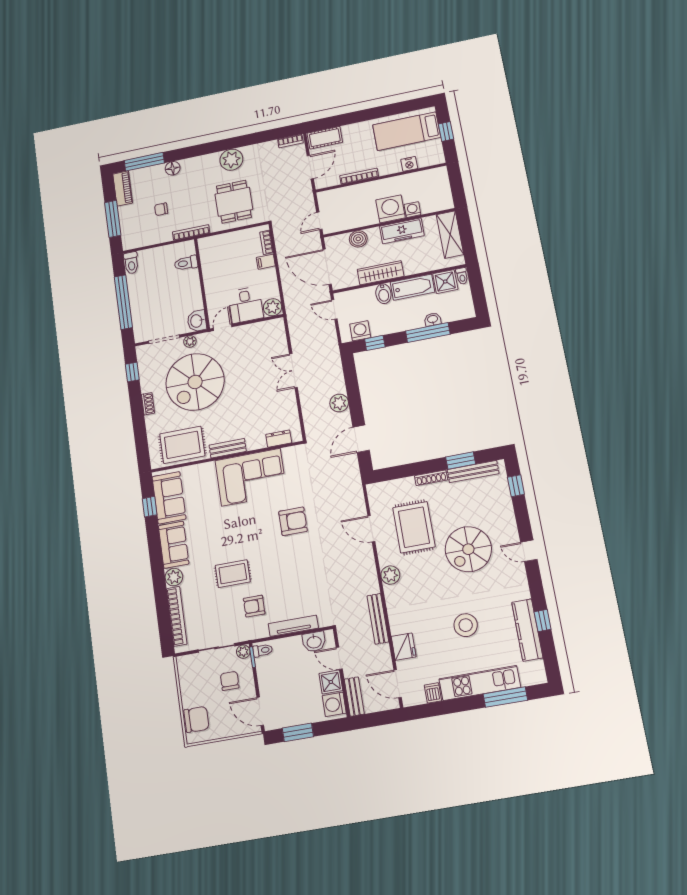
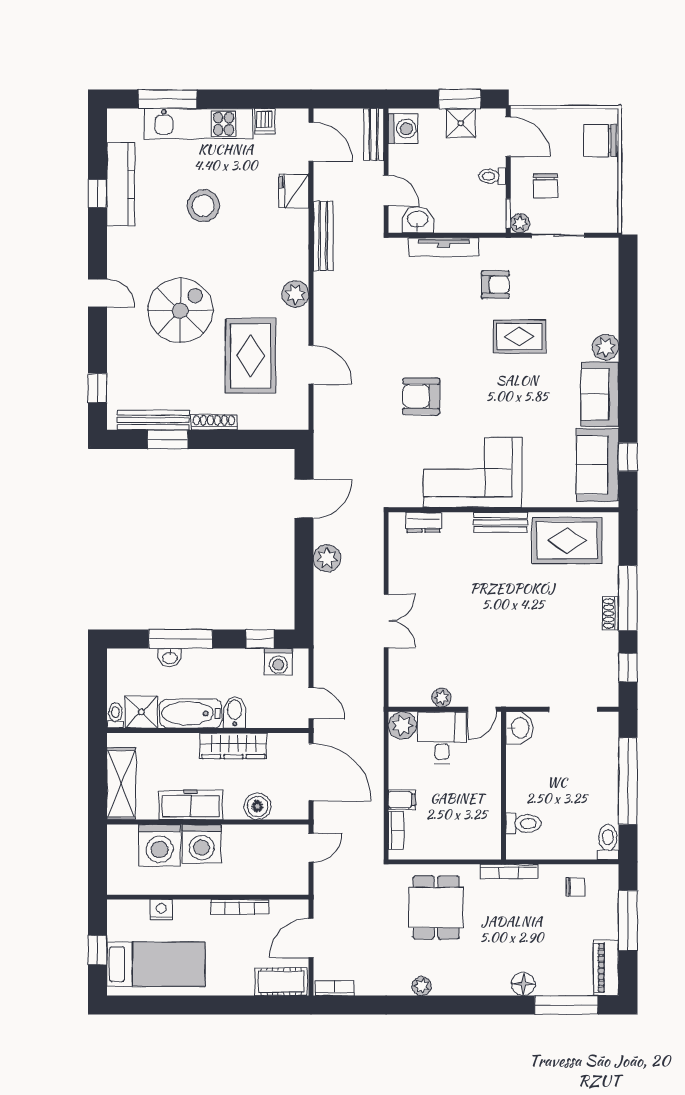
plant: (231, 160) -> (422, 986), width x0.53, depth x0.53
chair: (161, 209) -> (575, 887), moved
washing machine: (412, 210) -> (160, 845), width x1.89, depth x1.89
plant: (190, 341) -> (441, 698), moved
spiral stairs: (195, 382) -> (535, 633), removed
window: (138, 416) -> (628, 598), added
bookcase: (177, 616) -> (609, 290), removed
toilet: (263, 650) -> (492, 176), moved
shower: (331, 682) -> (461, 123), moved

